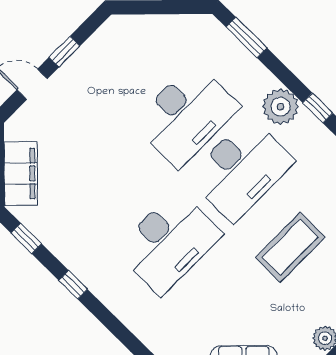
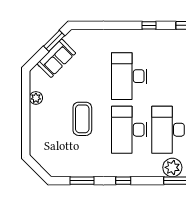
plant: (281, 107) -> (172, 167), moved

